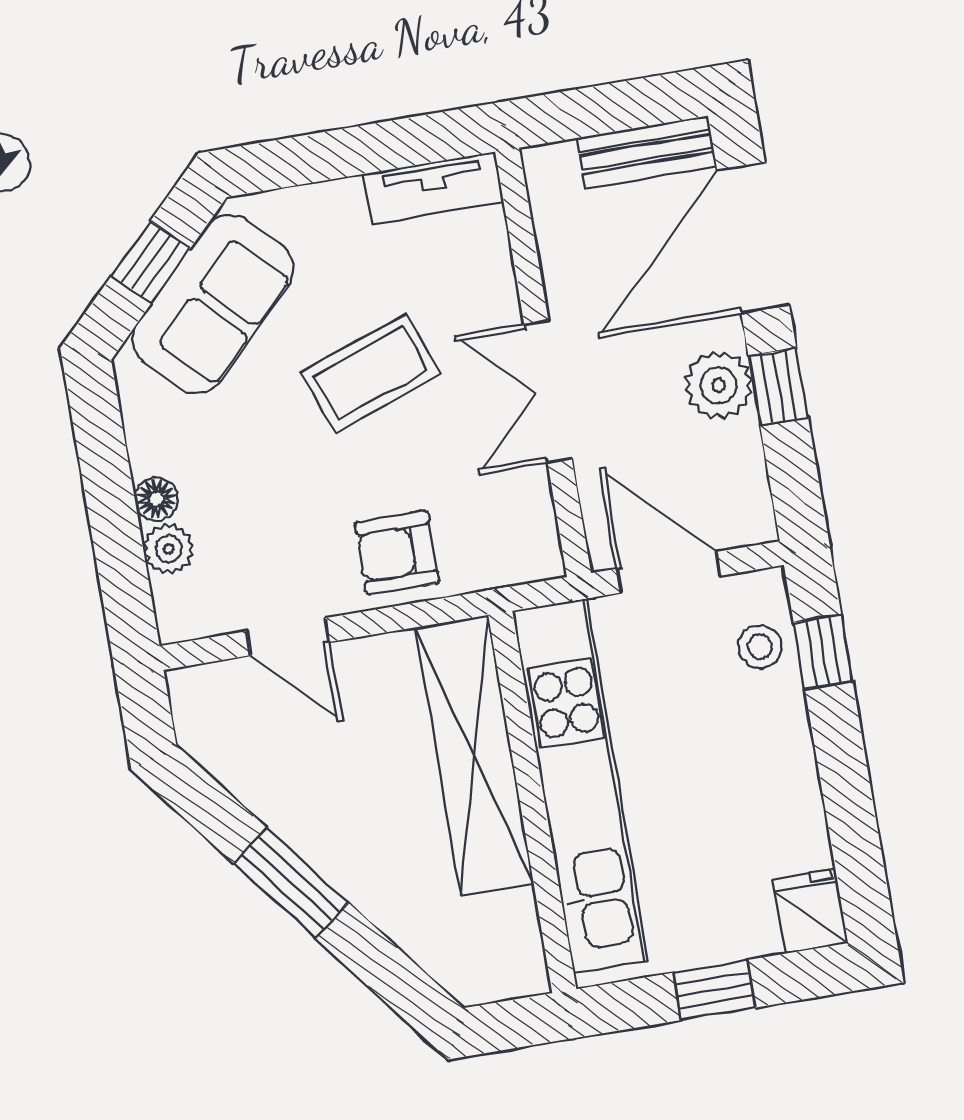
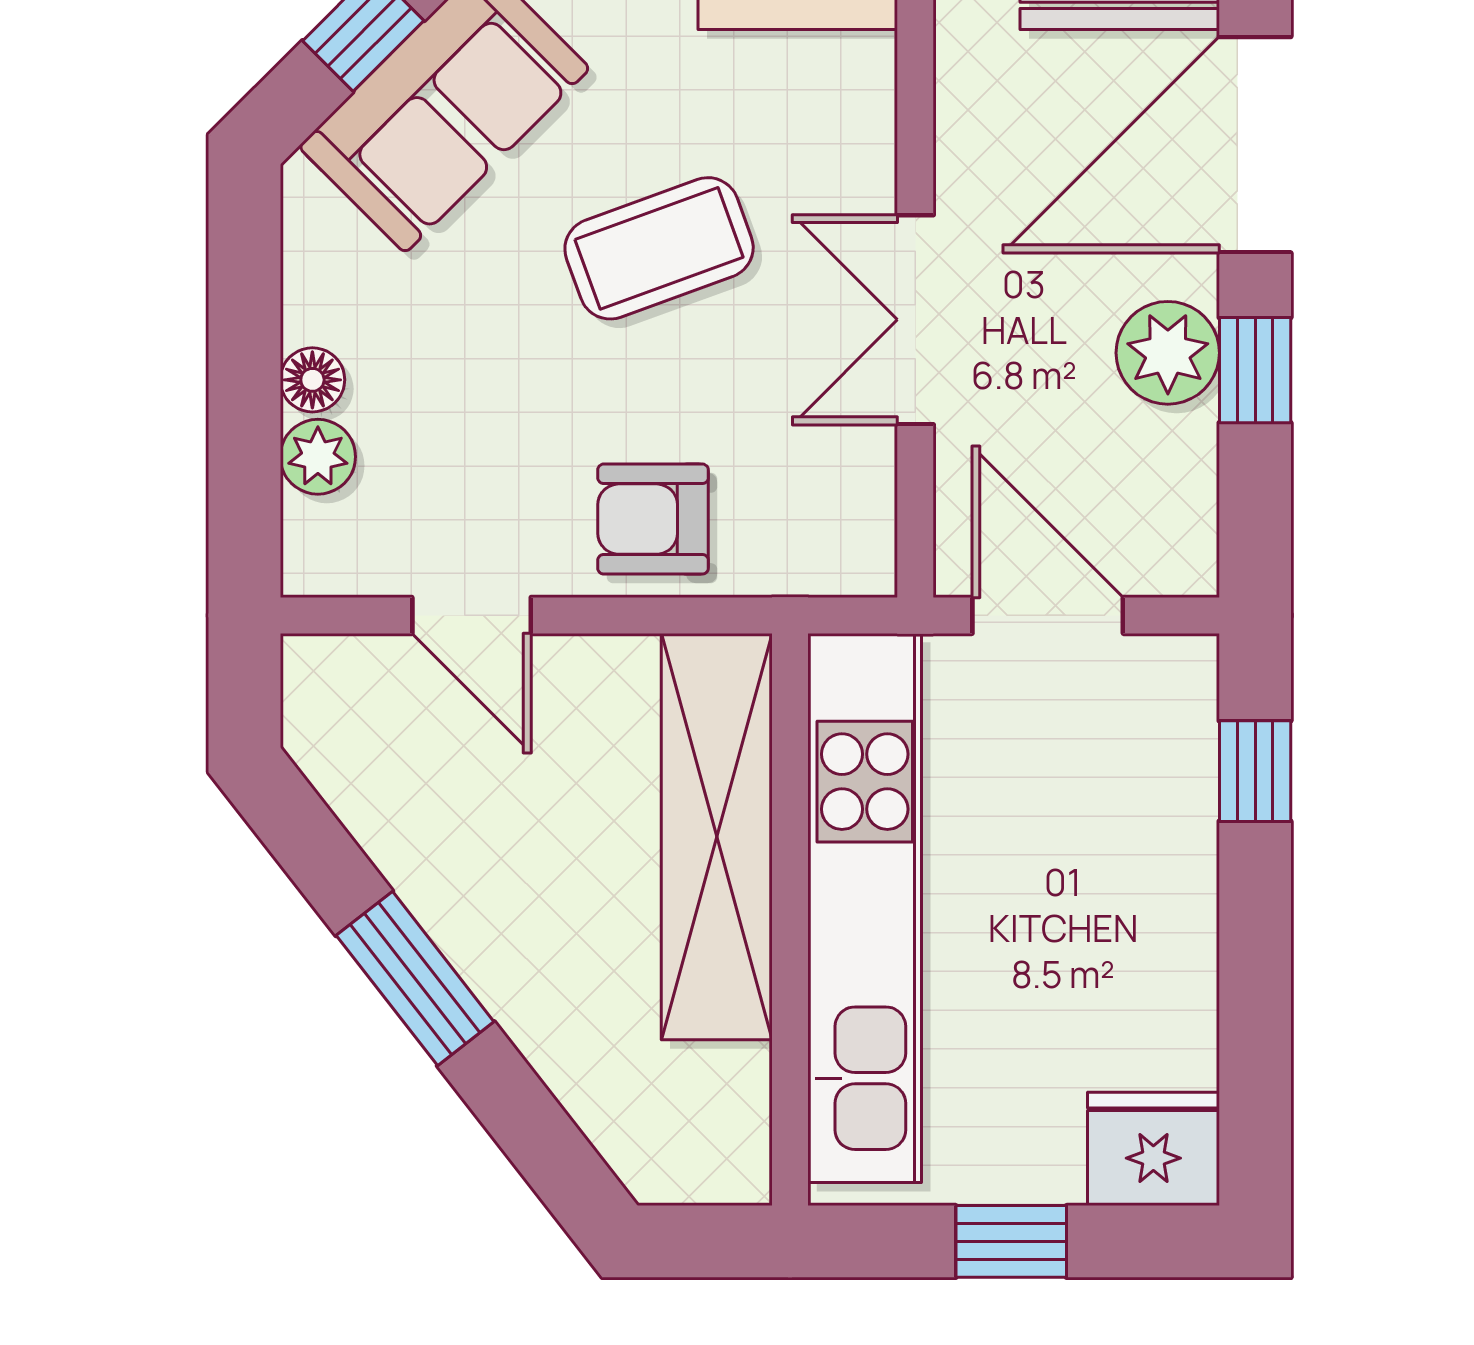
stool: (760, 647) -> (1163, 748), removed
fridge: (810, 911) -> (1153, 1149), width x1.38

